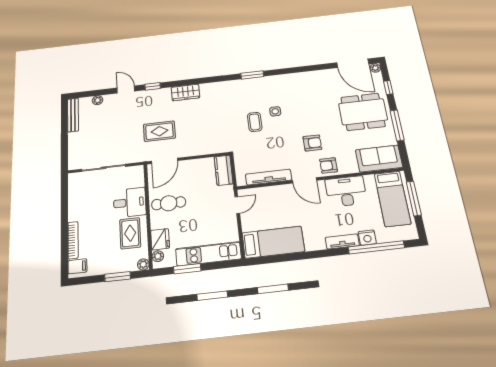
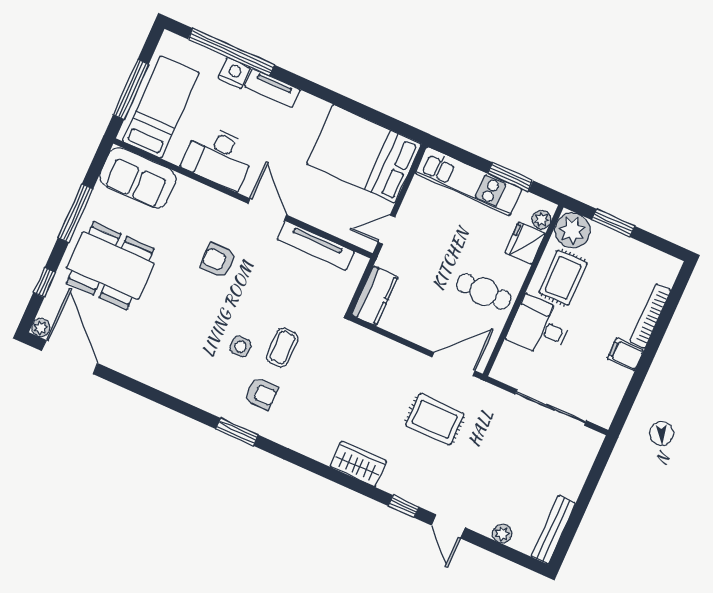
armchair: (329, 165) -> (262, 394), moved
bed: (273, 242) -> (364, 154), width x1.50
plant: (143, 264) -> (572, 230), width x1.87, depth x1.87
filing cabinet: (77, 266) -> (626, 354), moved

